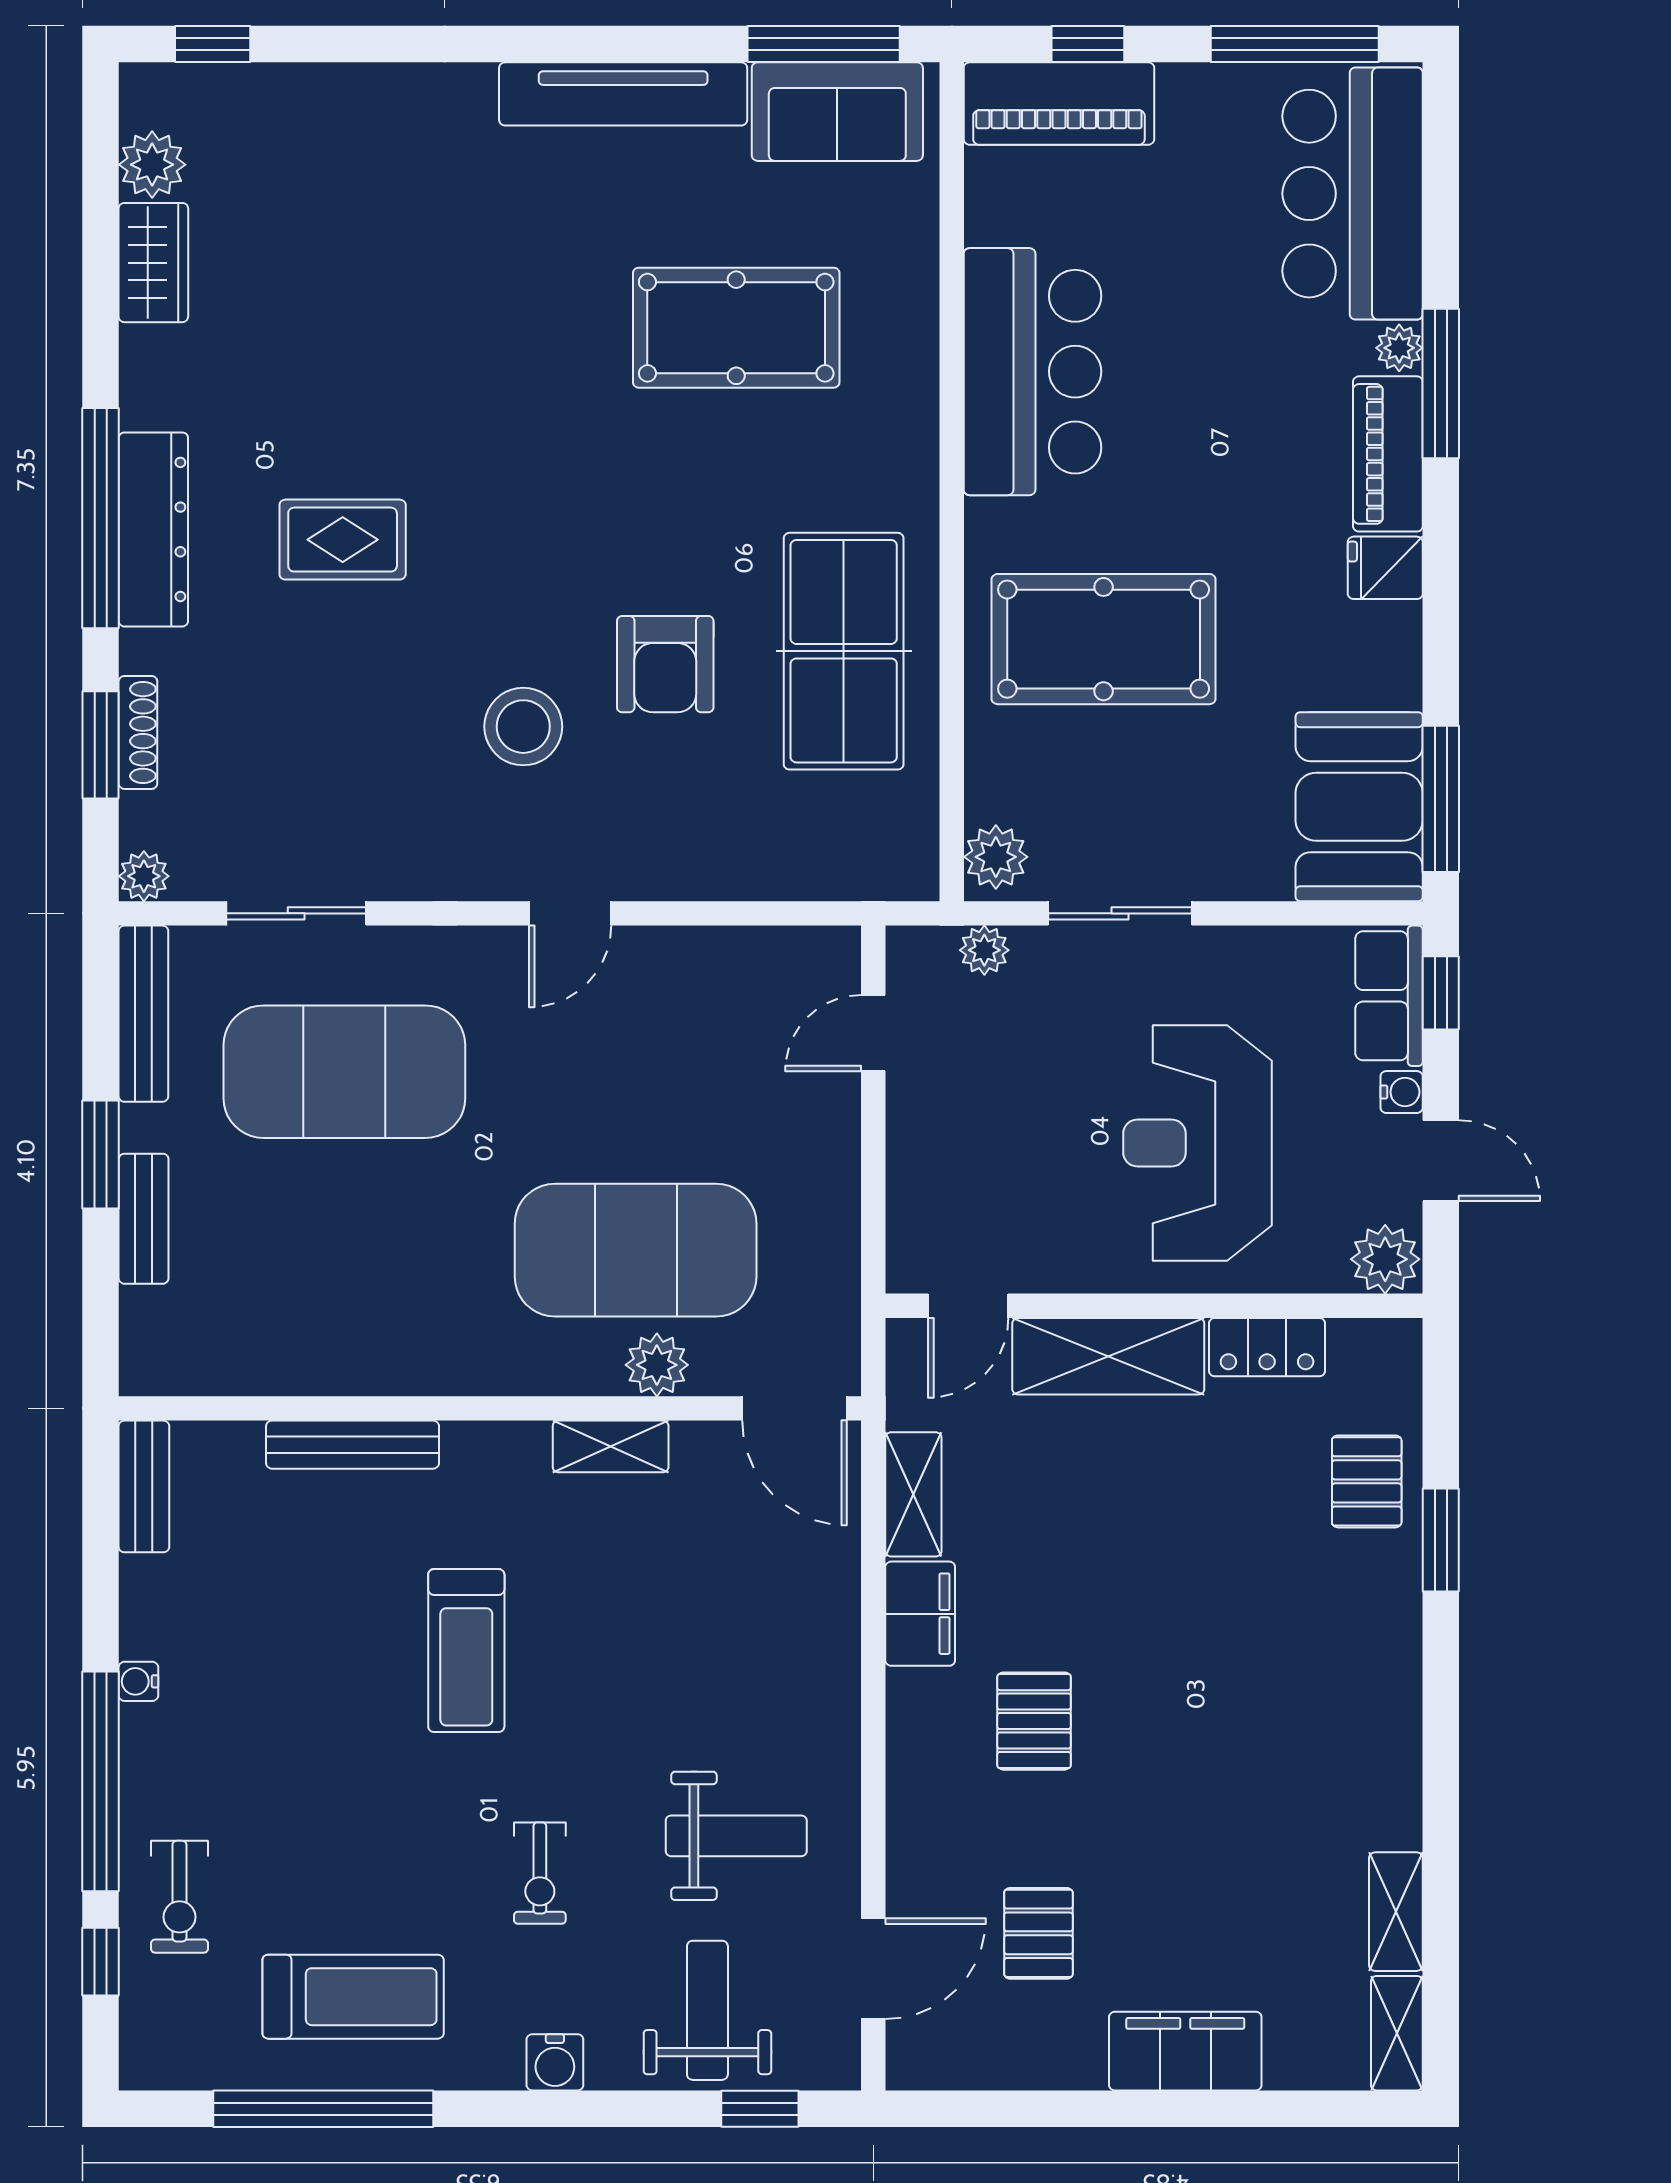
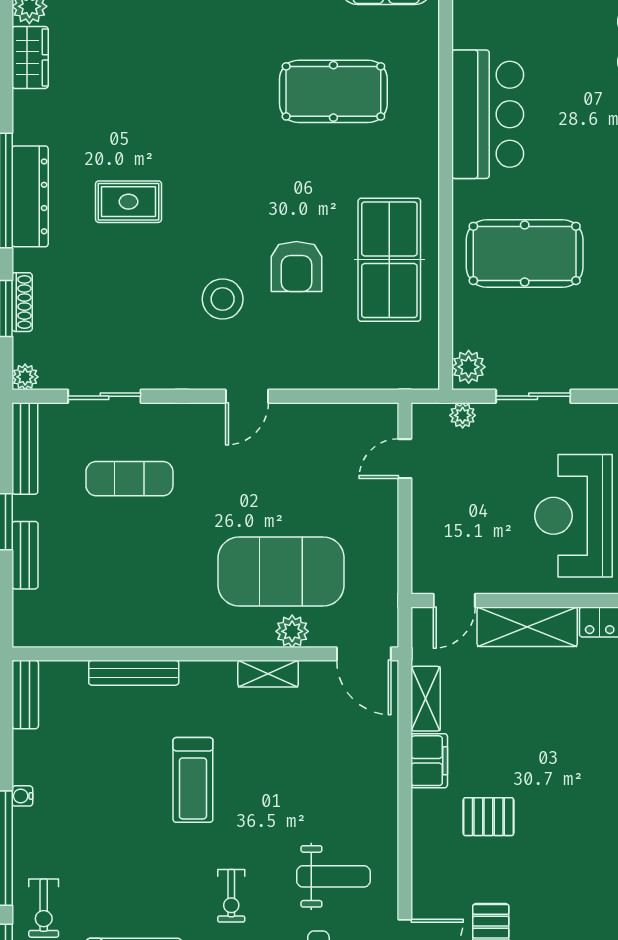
exercise mat: (344, 1072) -> (129, 479), width x0.50, depth x0.69
pallet: (1034, 1721) -> (488, 817), turned 90

